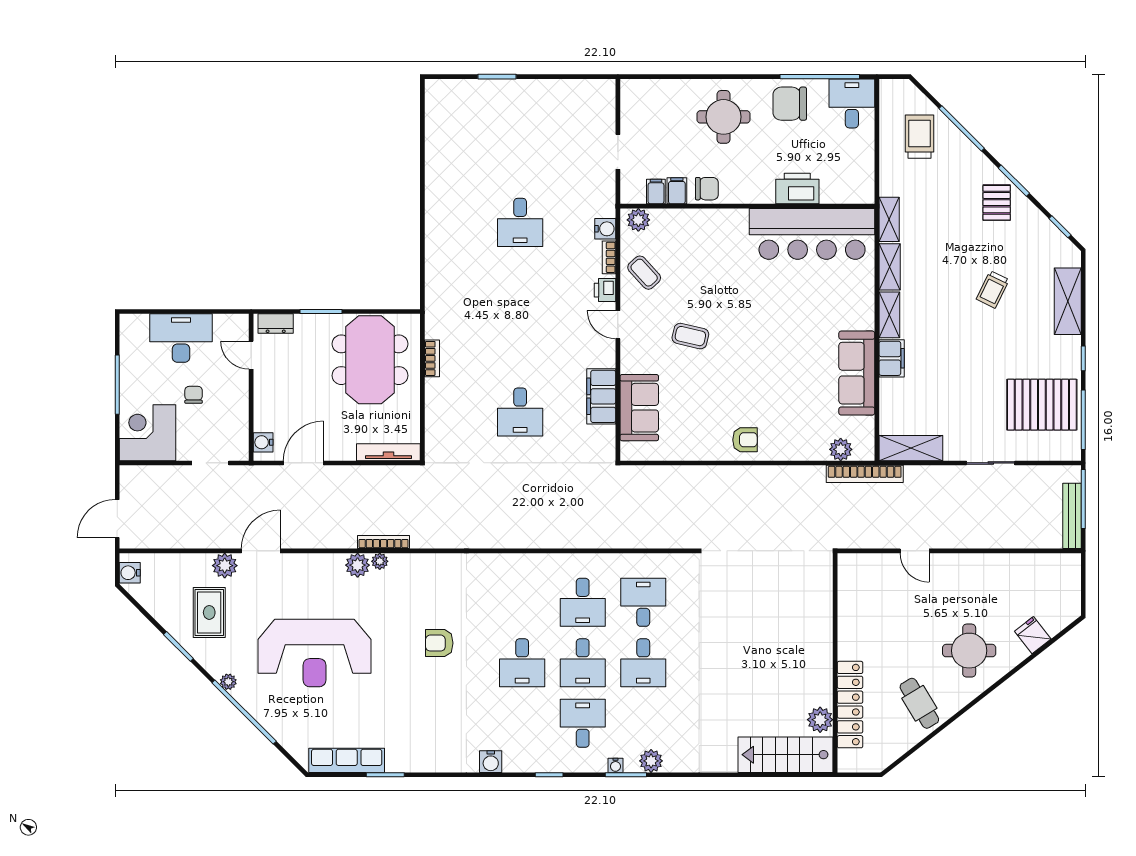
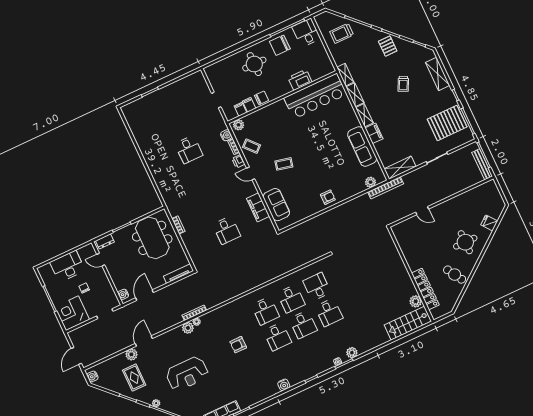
trolley: (919, 137) -> (342, 33), turned -90
reception desk: (314, 653) -> (187, 374), width x0.74, depth x0.77
desk: (583, 723) -> (265, 311), moved, turned 180

